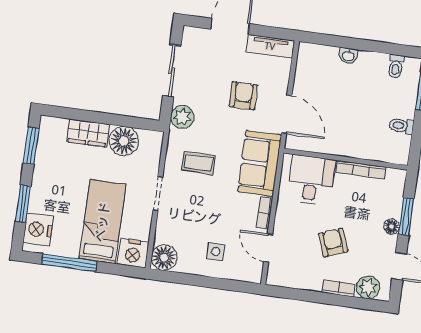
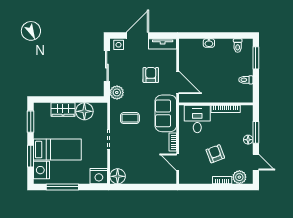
bed: (102, 222) -> (57, 150), moved, turned 90
side table: (216, 252) -> (119, 45), moved

